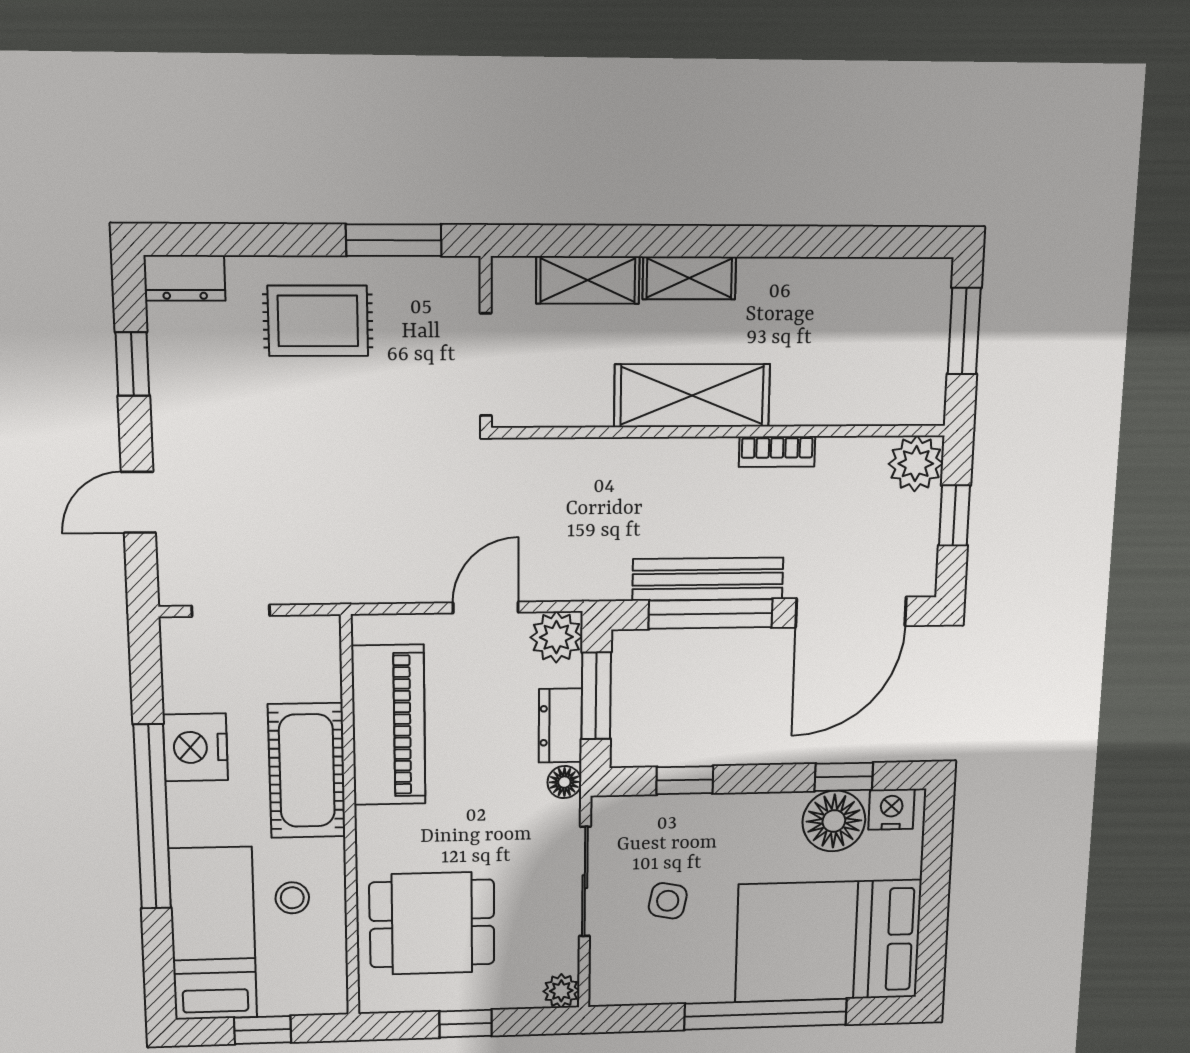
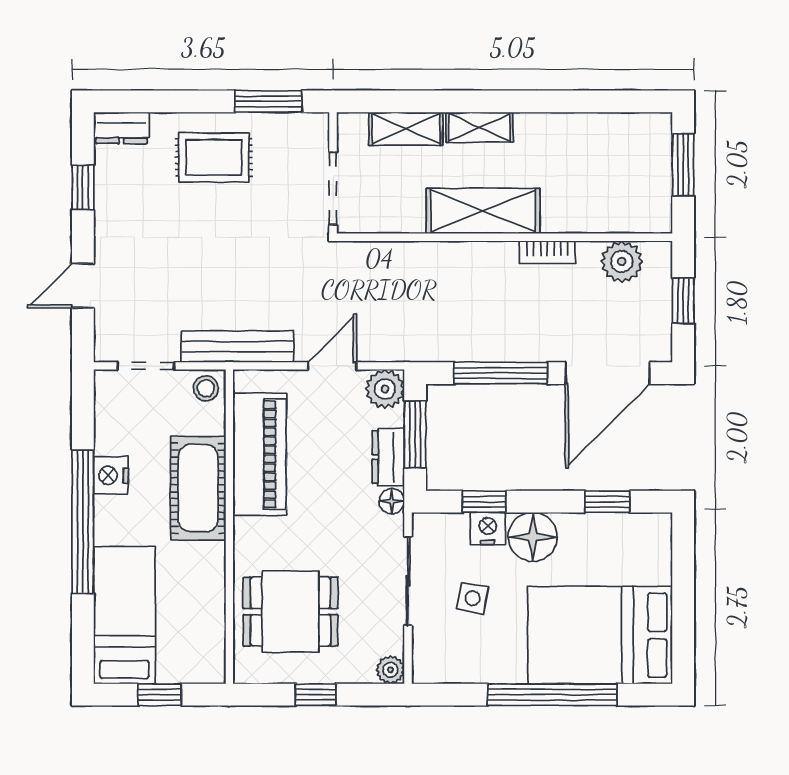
plant: (916, 464) -> (622, 262), moved
bench: (708, 579) -> (237, 347), moved
nightstand: (195, 747) -> (111, 475), width x0.74, depth x0.75
nightstand: (891, 809) -> (488, 529), moved
floor lamp: (834, 821) -> (533, 537), moved
stool: (292, 898) -> (206, 388), moved

